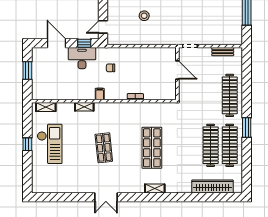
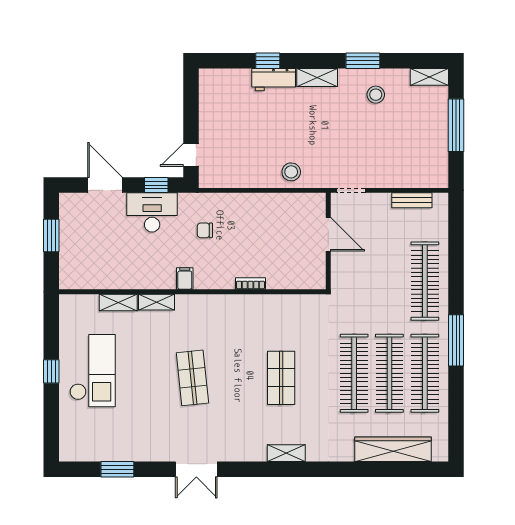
stool: (144, 16) -> (291, 172), moved
shelving: (46, 107) -> (118, 303), moved
window: (247, 127) -> (456, 340), width x1.44
clothes rail: (191, 145) -> (354, 373), added
shop shelf: (152, 148) -> (281, 378), width x0.70, depth x0.74
window: (63, 197) -> (117, 469), added

